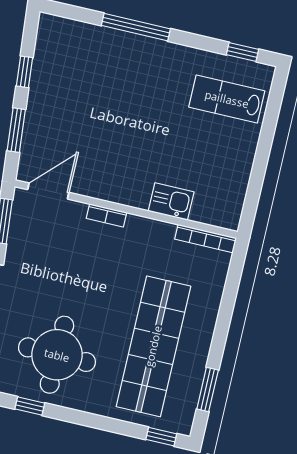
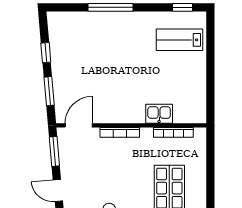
bookcase: (107, 215) -> (120, 132), width x1.56
bookcase: (206, 238) -> (173, 132), moved

